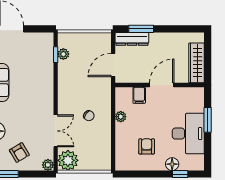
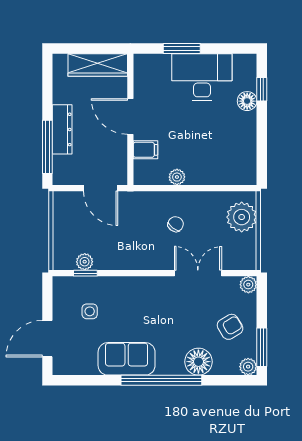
window: (141, 29) -> (47, 147), width x1.44
dresser: (132, 39) -> (62, 129), moved
side table: (30, 58) -> (90, 311), added
armchair: (147, 146) -> (221, 139), removed
plant: (68, 160) -> (242, 217), moved

